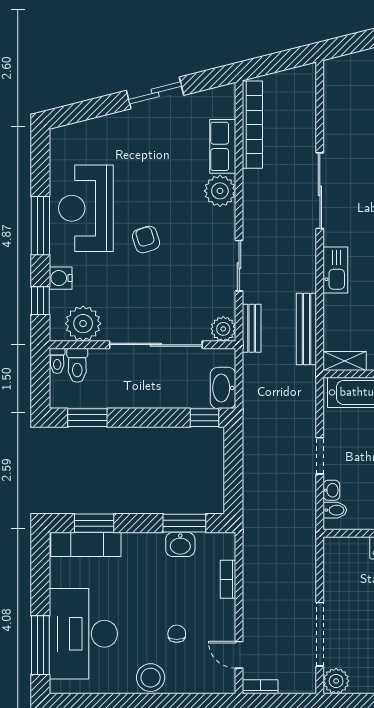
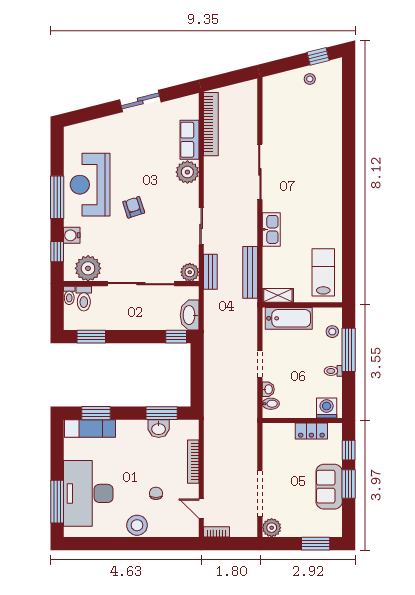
bookcase: (228, 579) -> (193, 462), width x1.56

